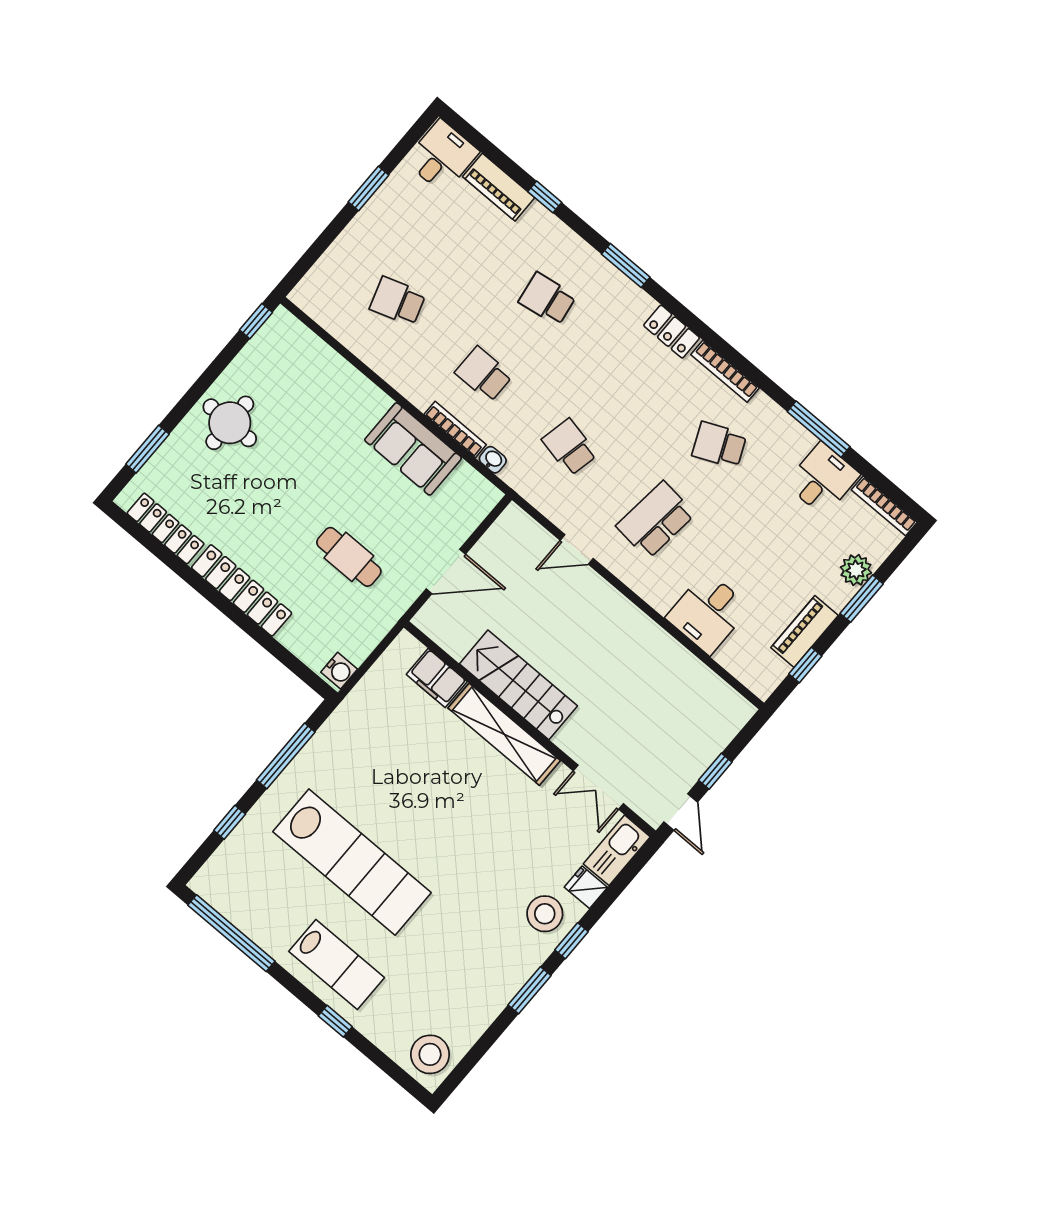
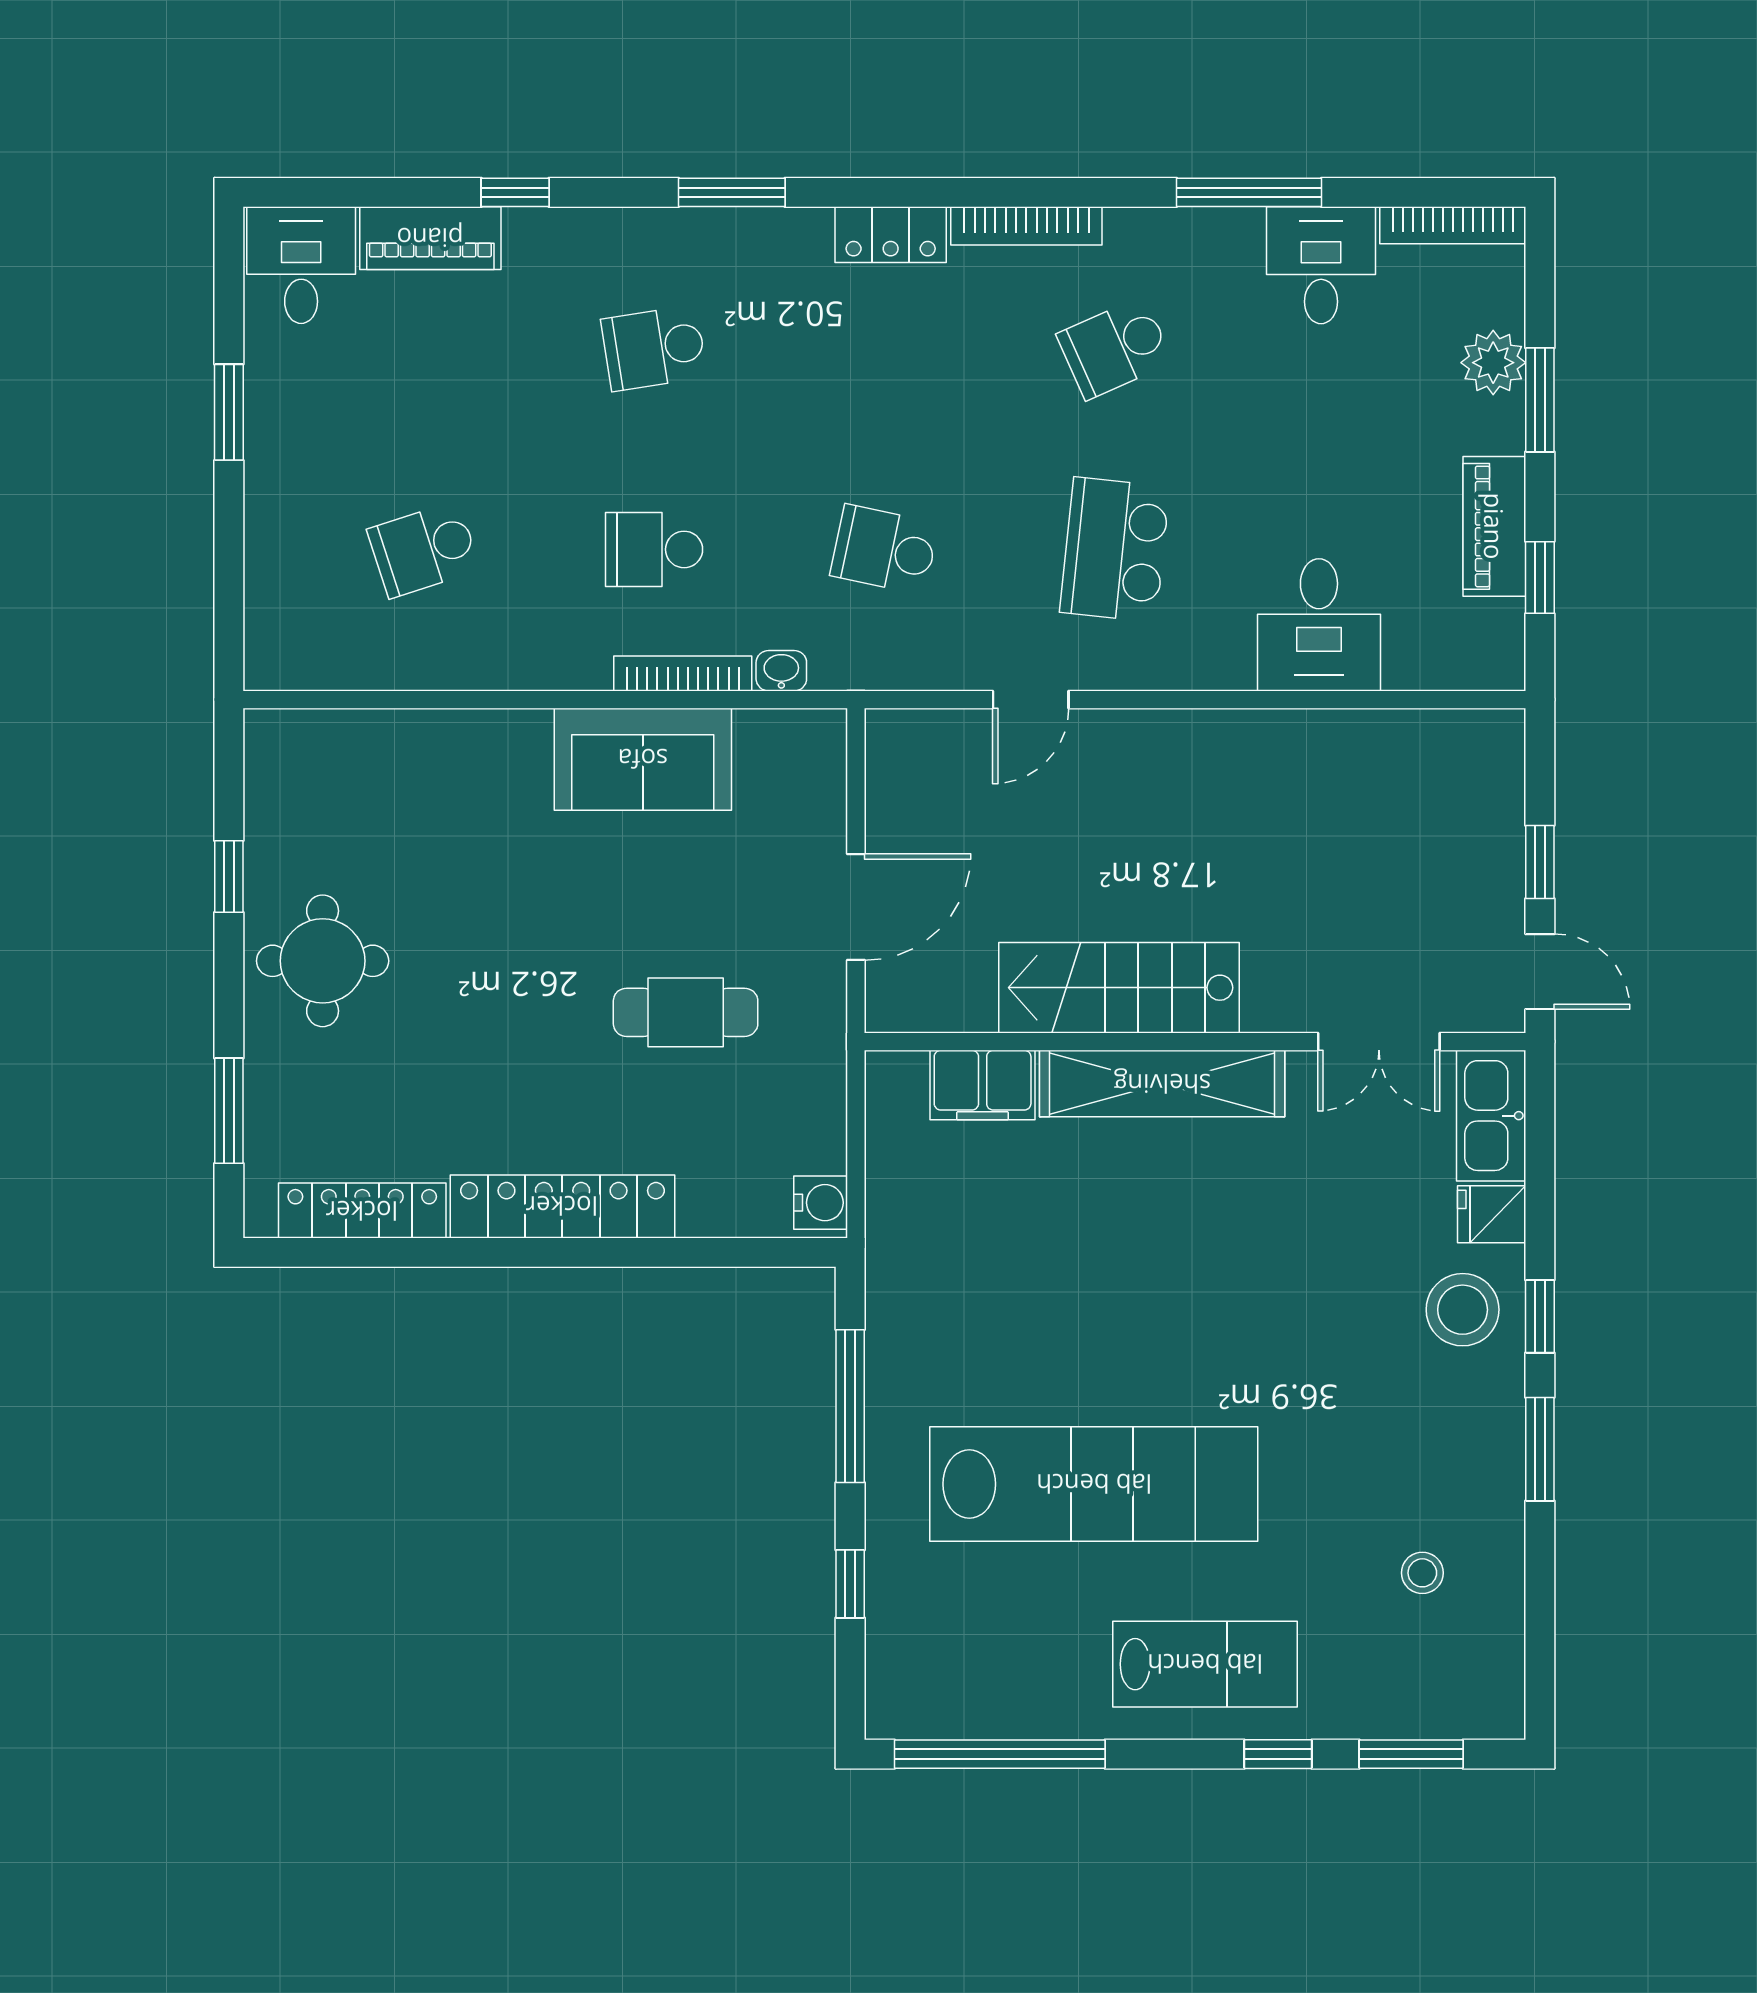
window: (256, 321) -> (229, 876), moved
stool: (430, 1054) -> (1422, 1573), moved, width x0.53, depth x0.53
window: (385, 1063) -> (1411, 1754), added

